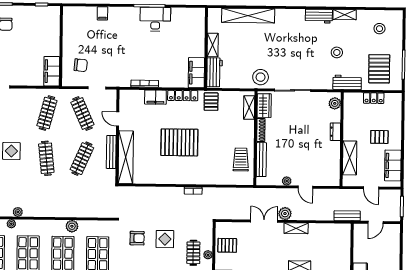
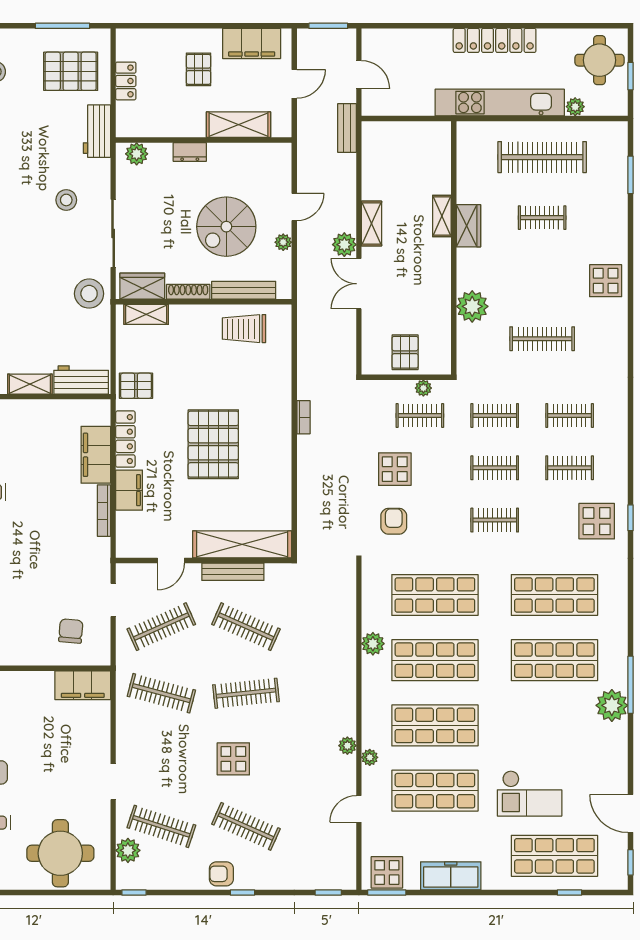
stool: (337, 52) -> (66, 200), moved
filing cabinet: (196, 73) -> (96, 455), moved, turned 90
spiral stairs: (295, 151) -> (226, 227), added

